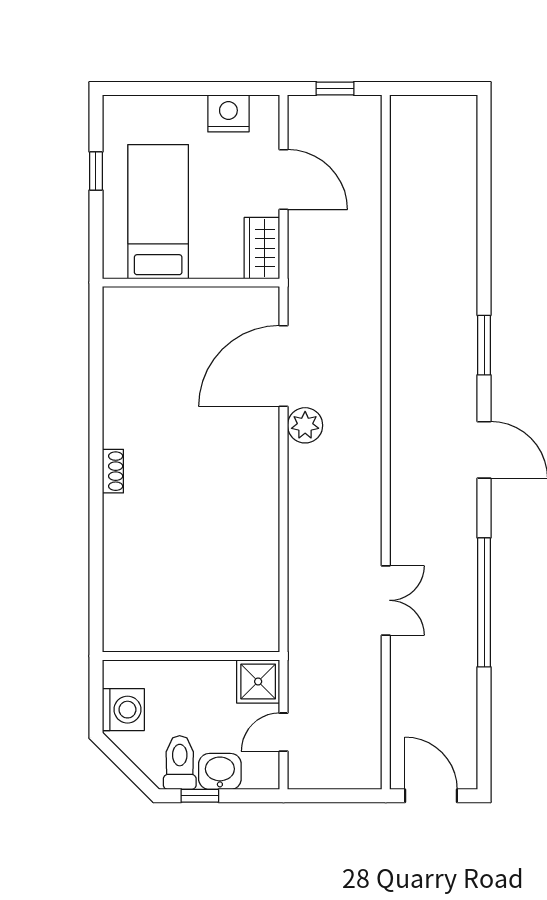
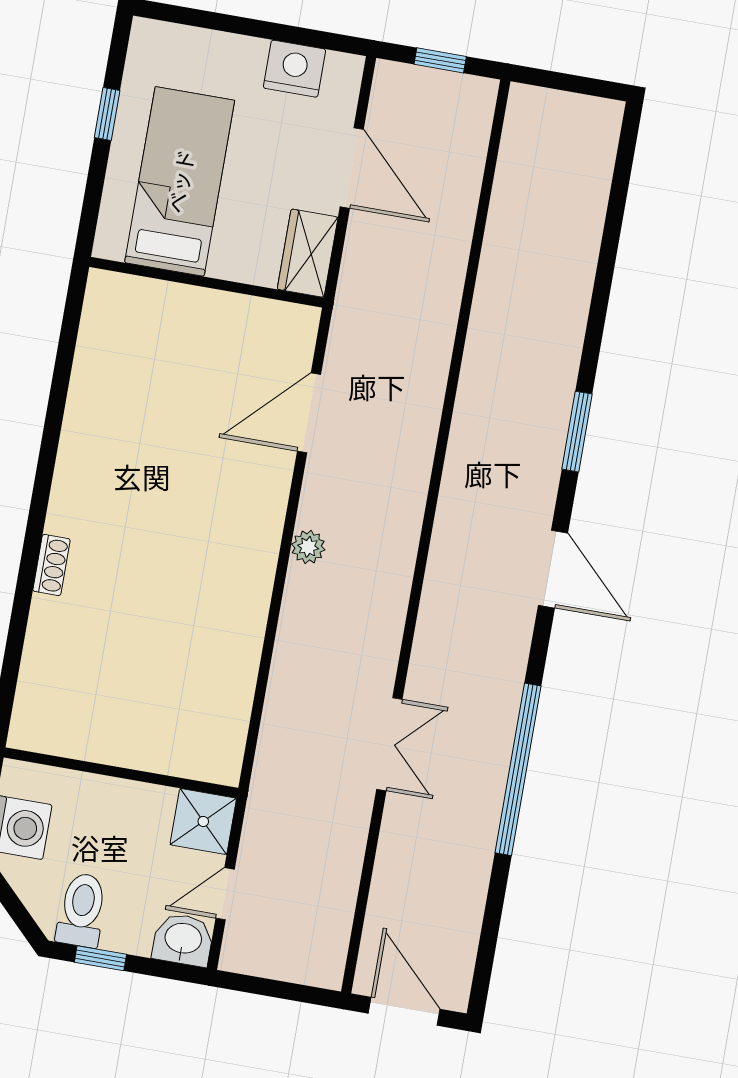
door: (284, 366) -> (309, 413), width x0.73
plant: (305, 425) -> (308, 547), moved, width x0.73, depth x0.73
shoe rack: (113, 471) -> (51, 565), moved
washbasin: (220, 771) -> (183, 940), moved

